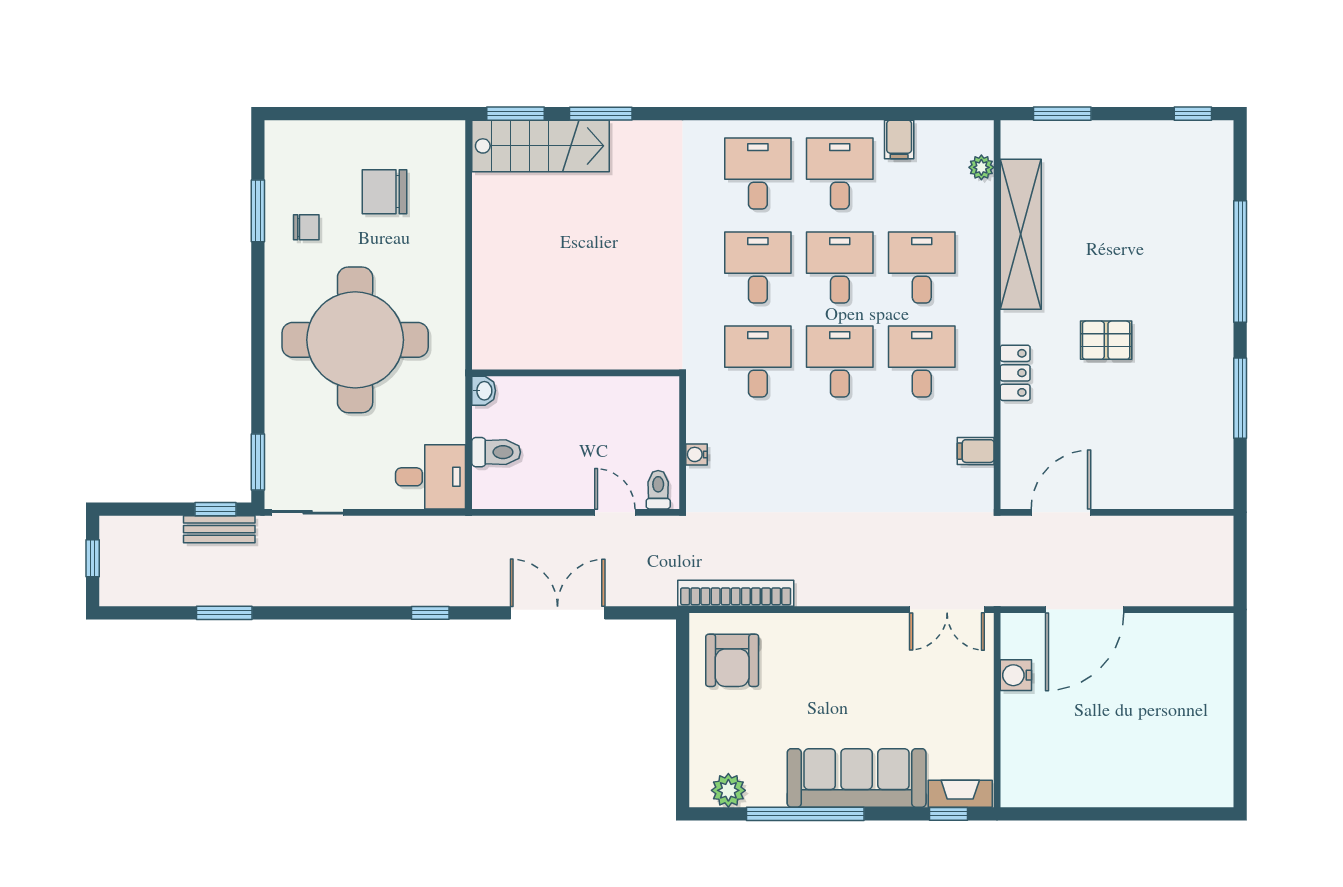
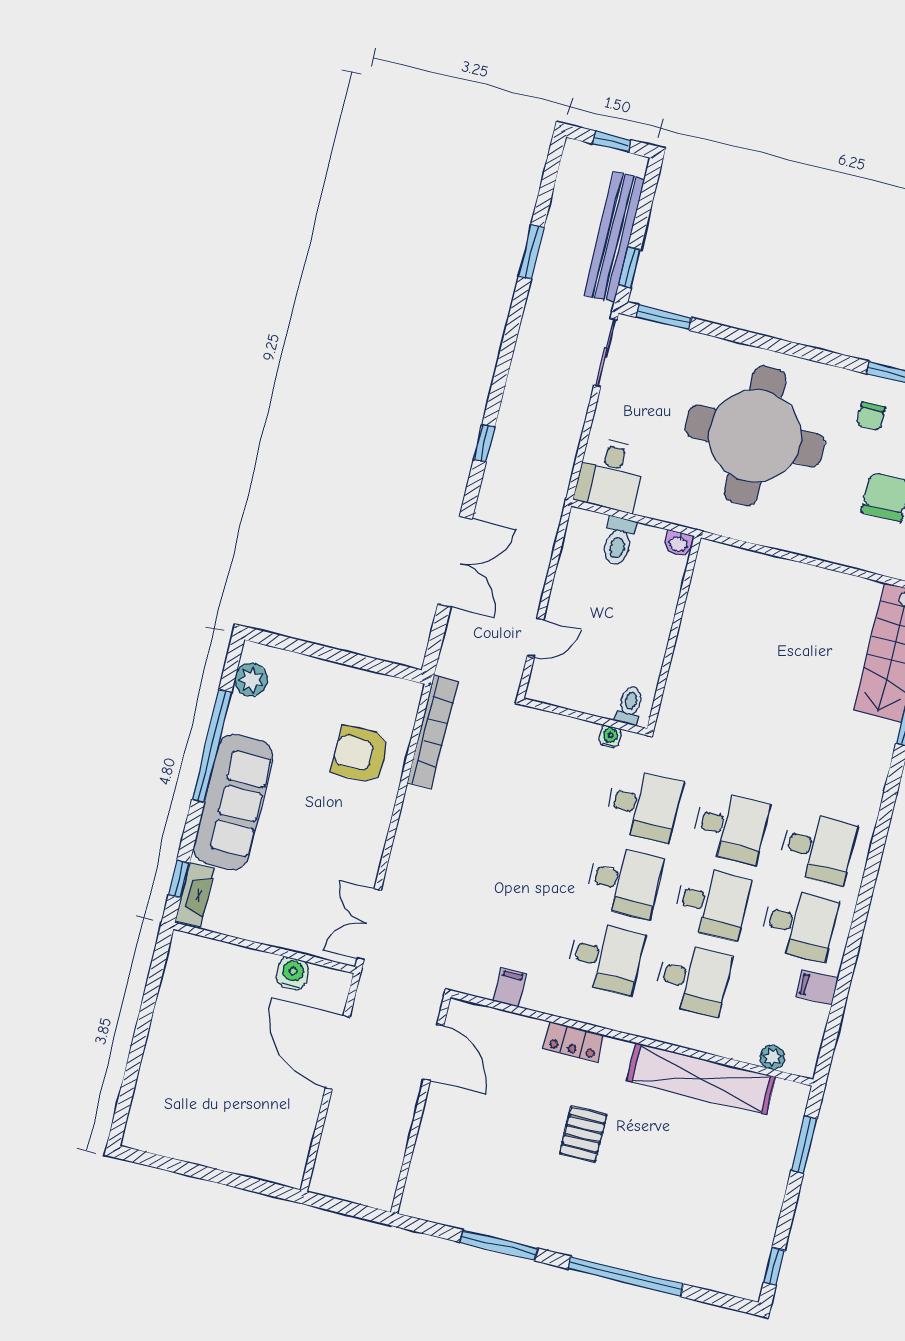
water cooler: (696, 454) -> (610, 737), moved
toilet: (658, 490) -> (630, 706), moved, turned -90
bench: (219, 529) -> (614, 237), width x1.86, depth x1.21
armchair: (732, 660) -> (360, 754), moved

